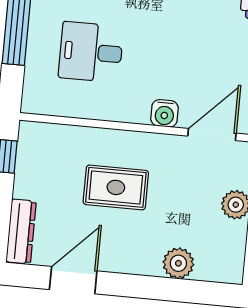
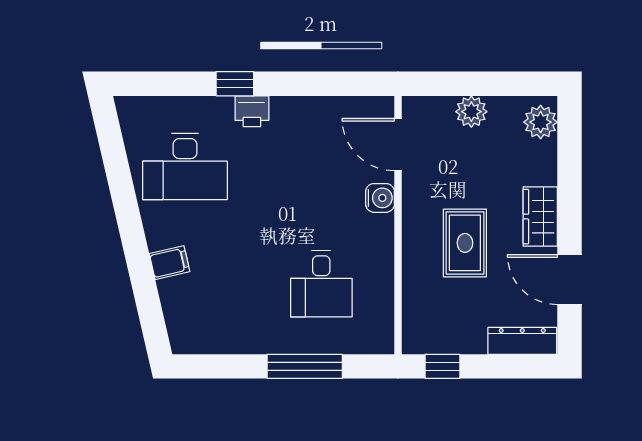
wardrobe: (133, 259) -> (540, 217), added
plant: (178, 263) -> (541, 122), moved

